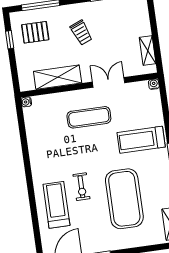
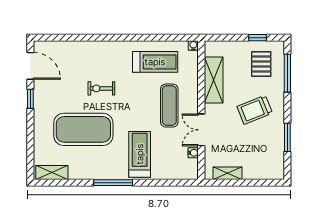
trolley: (81, 33) -> (255, 110), width x1.36, depth x1.39
double door: (109, 82) -> (201, 130), swing flipped
water cooler: (154, 84) -> (193, 153), moved
treadmill: (56, 205) -> (155, 62), moved

